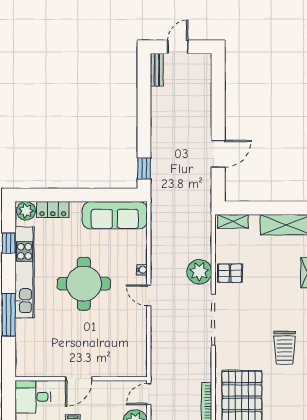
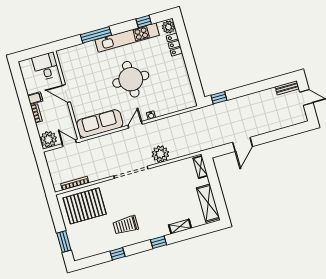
door: (218, 154) -> (243, 144), hinge flipped
sofa: (115, 215) -> (100, 124), moved, turned 90
pallet: (230, 273) -> (165, 175), removed

